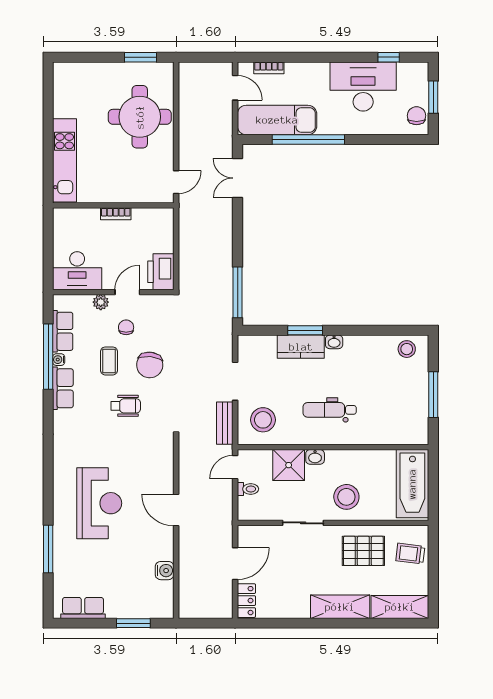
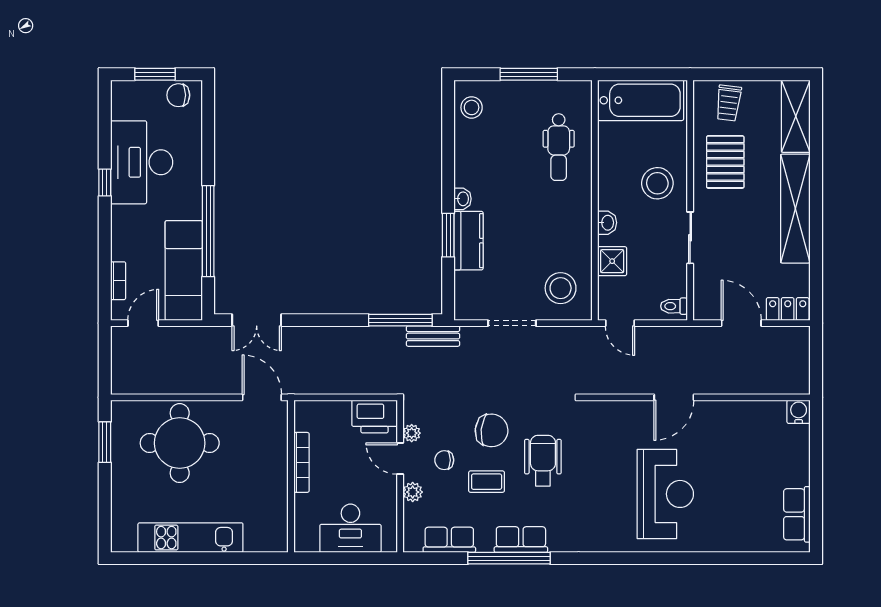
window: (389, 57) -> (105, 183), moved
kitchen unit: (65, 160) -> (190, 538), moved
door: (176, 182) -> (262, 397), width x1.38
bookcase: (116, 214) -> (301, 462), width x1.56
desk: (77, 271) -> (350, 528), moved, turned 90
plant: (148, 301) -> (412, 433), added
window: (48, 357) -> (509, 558), moved
water cooler: (59, 360) -> (485, 545), removed
wheelchair: (126, 406) -> (543, 461), width x1.36, depth x1.37
dental chair: (330, 410) -> (559, 147), moved
bench: (225, 423) -> (433, 336), moved
shower: (289, 465) -> (612, 261), width x0.73, depth x0.73
toilet: (248, 489) -> (674, 306), moved, turned -90
reception desk: (99, 503) -> (665, 494), turned 90
window: (48, 549) -> (723, 558), removed
water cooler: (165, 571) -> (799, 412), moved
shelving: (340, 607) -> (795, 209), width x1.47
window: (133, 623) -> (816, 451), removed

